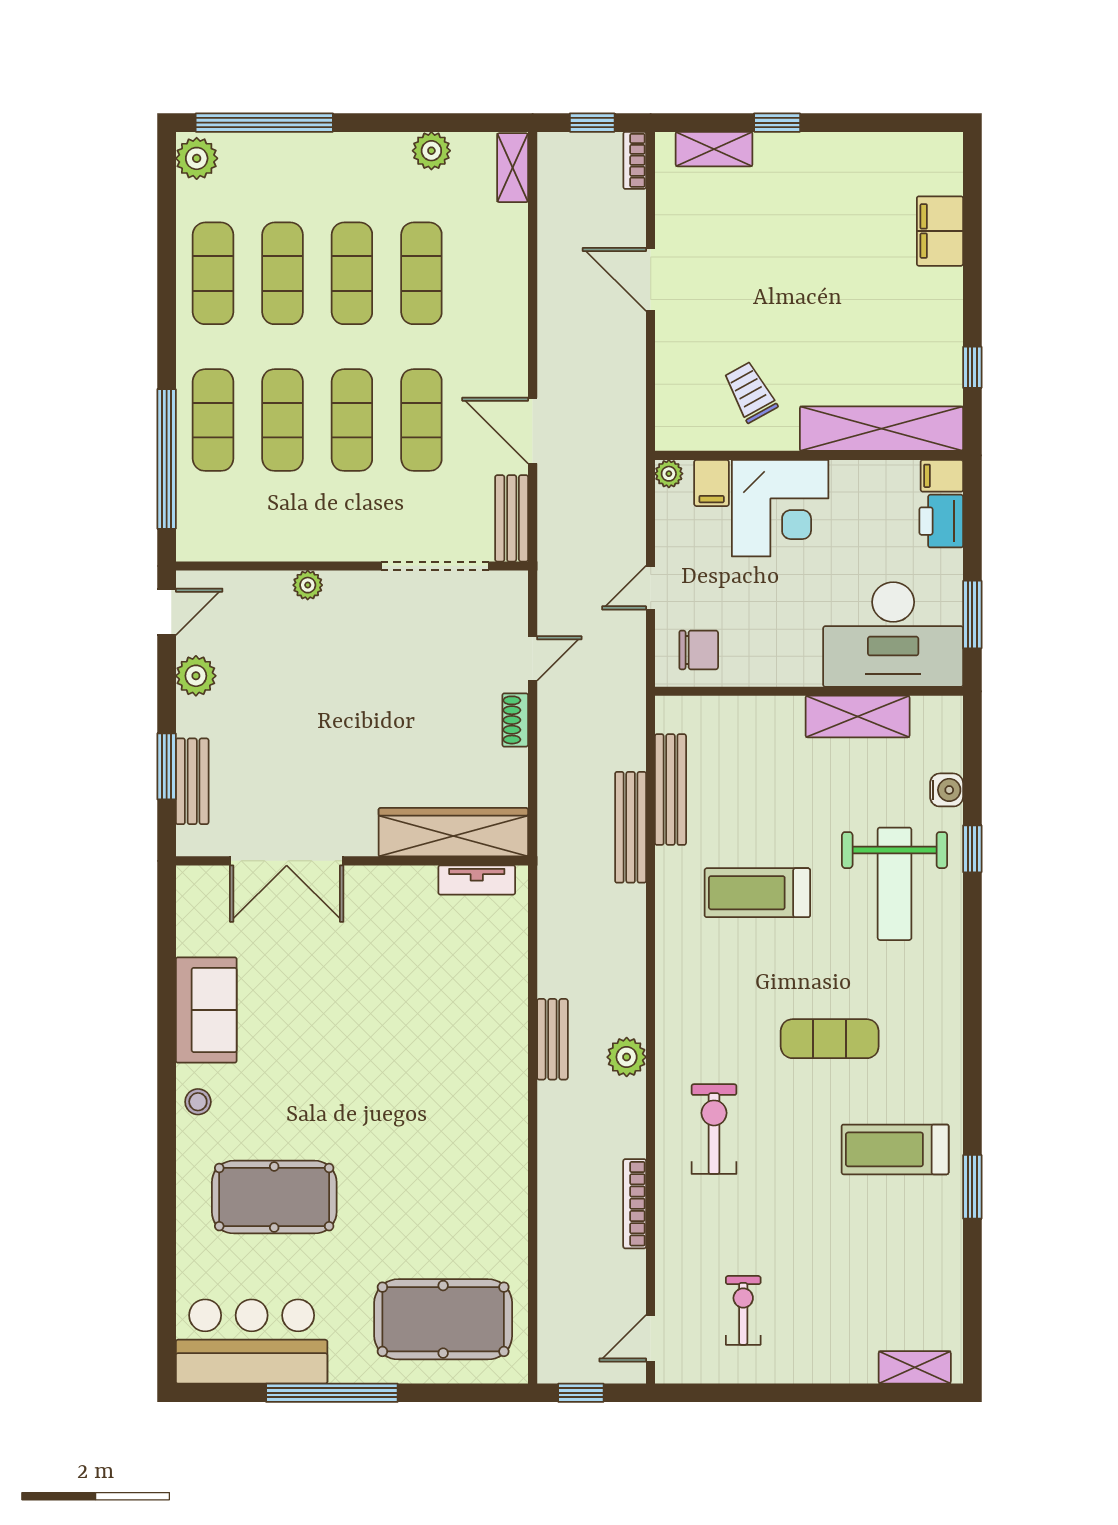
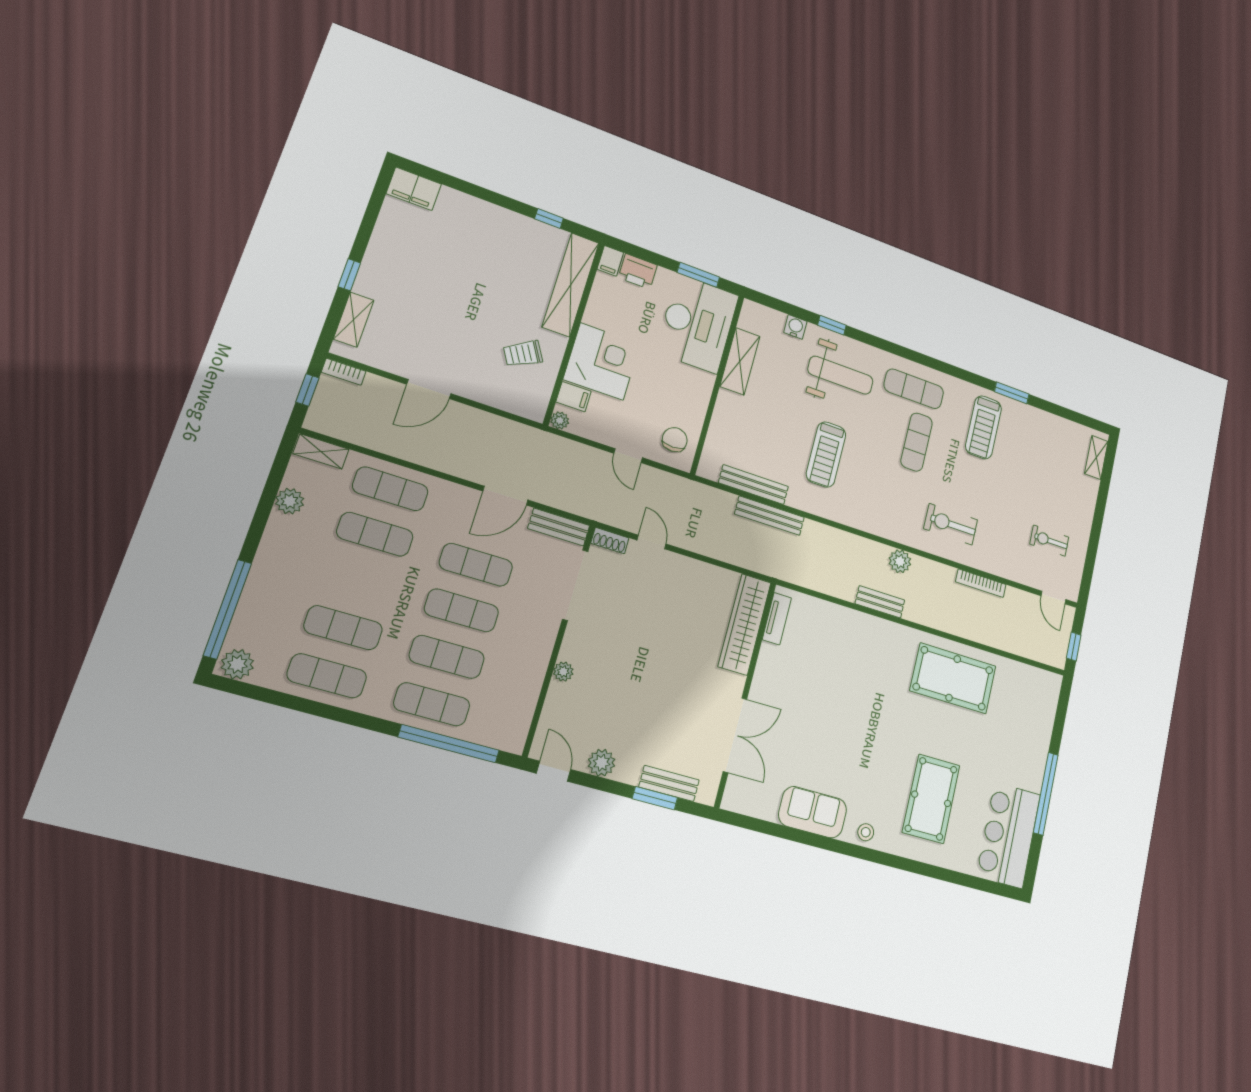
filing cabinet: (940, 231) -> (414, 189), moved
exercise mat: (352, 273) -> (390, 489), moved
shoe rack: (515, 720) -> (610, 541), moved
exercise mat: (917, 1013) -> (914, 389), added
pool table: (443, 1319) -> (953, 678), moved, turned 90

